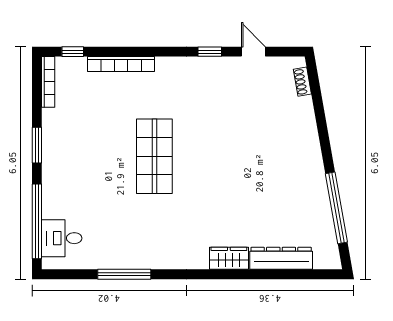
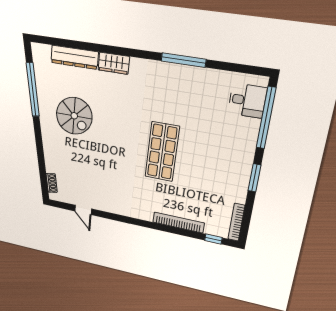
window: (210, 52) -> (113, 217), removed
spiral stairs: (276, 183) -> (74, 116), added
window: (124, 274) -> (183, 60), moved

